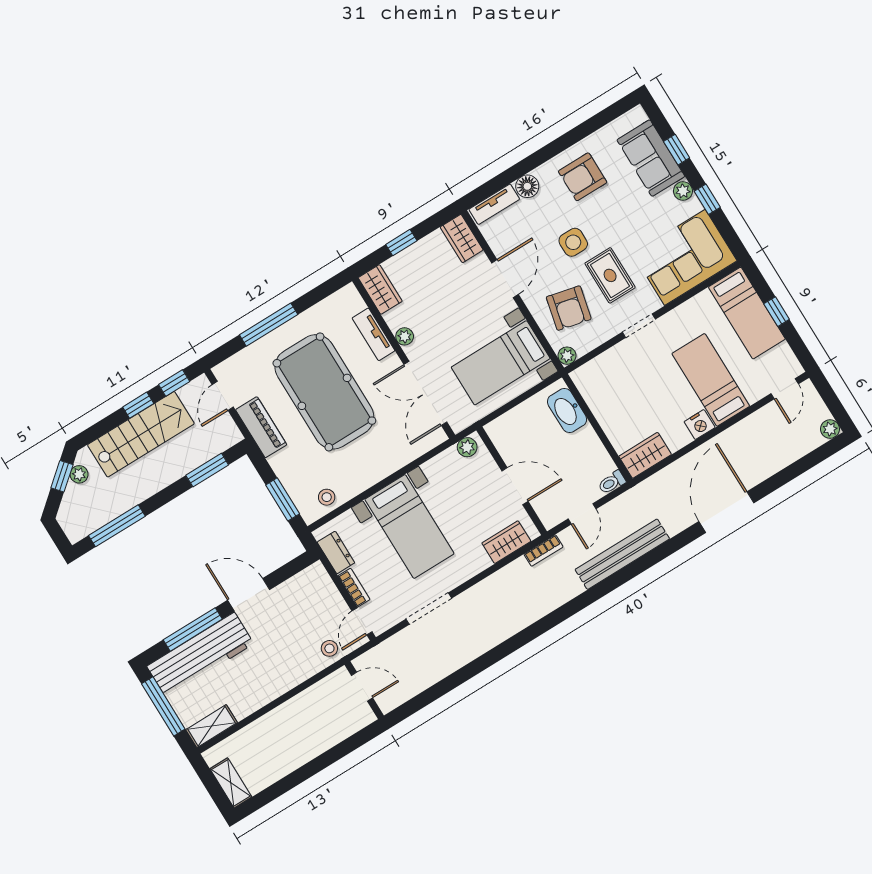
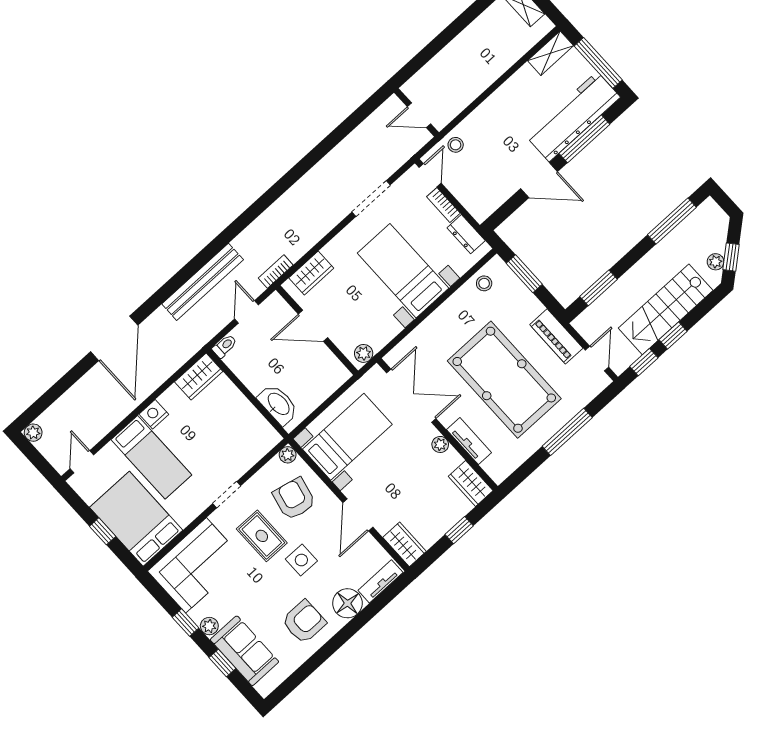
floor lamp: (527, 186) -> (347, 603), width x1.38, depth x1.38
bed: (747, 313) -> (136, 519), width x1.50

